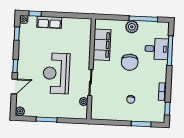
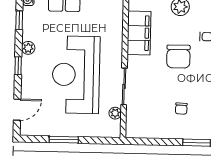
reception desk: (56, 73) -> (76, 75), width x1.36, depth x1.30
door: (14, 86) -> (17, 110), moved
plant: (20, 111) -> (28, 48), moved

